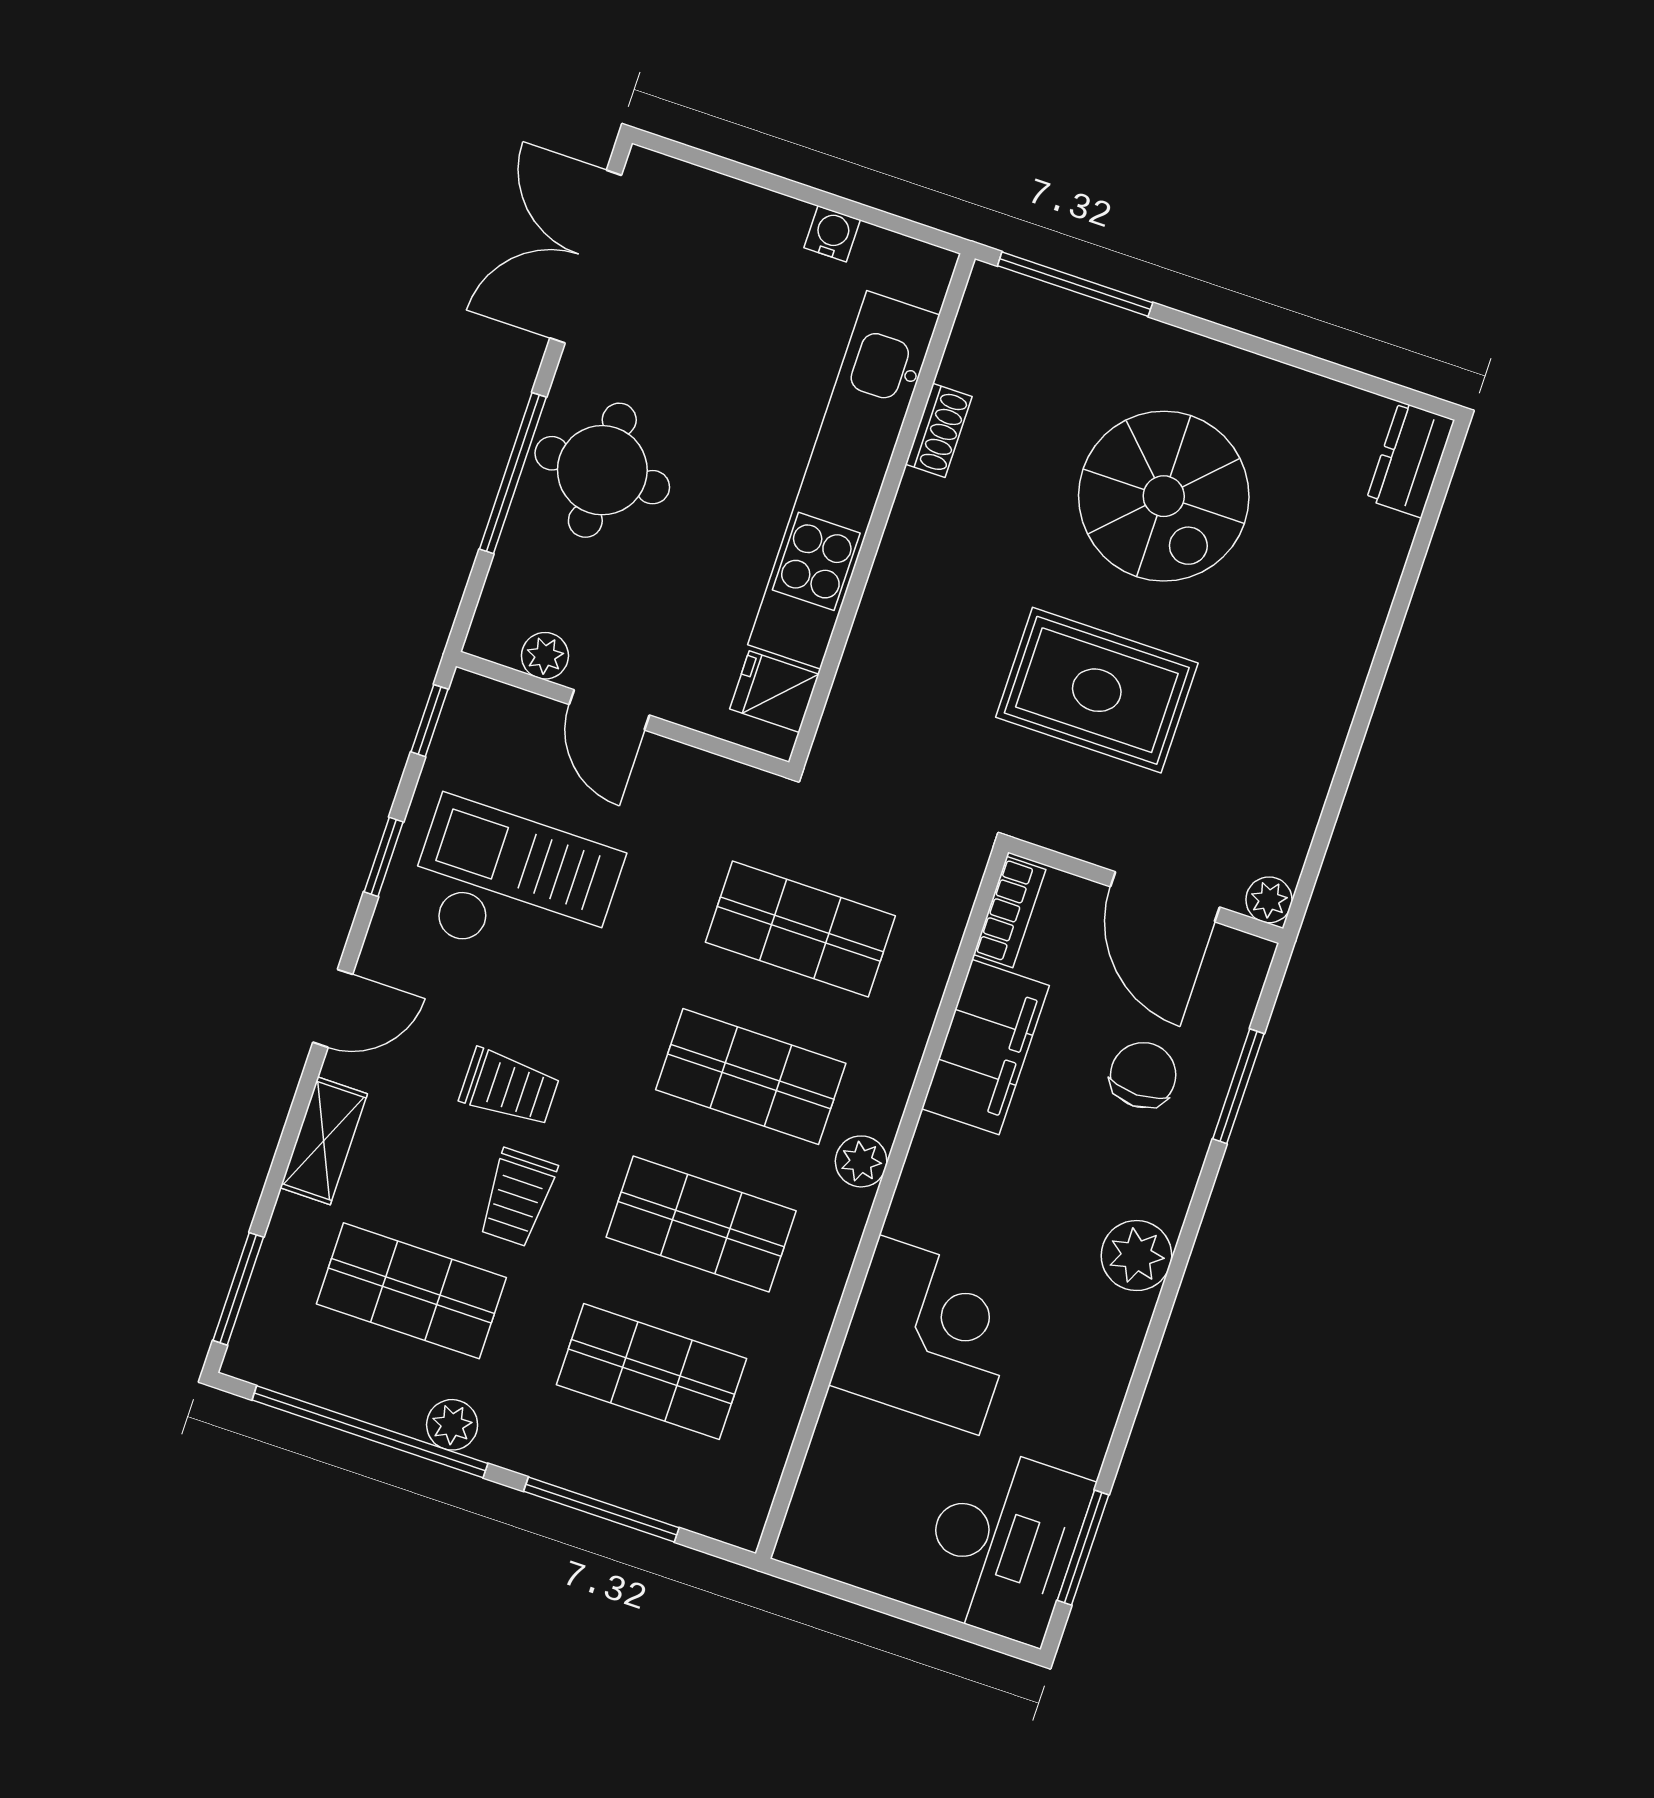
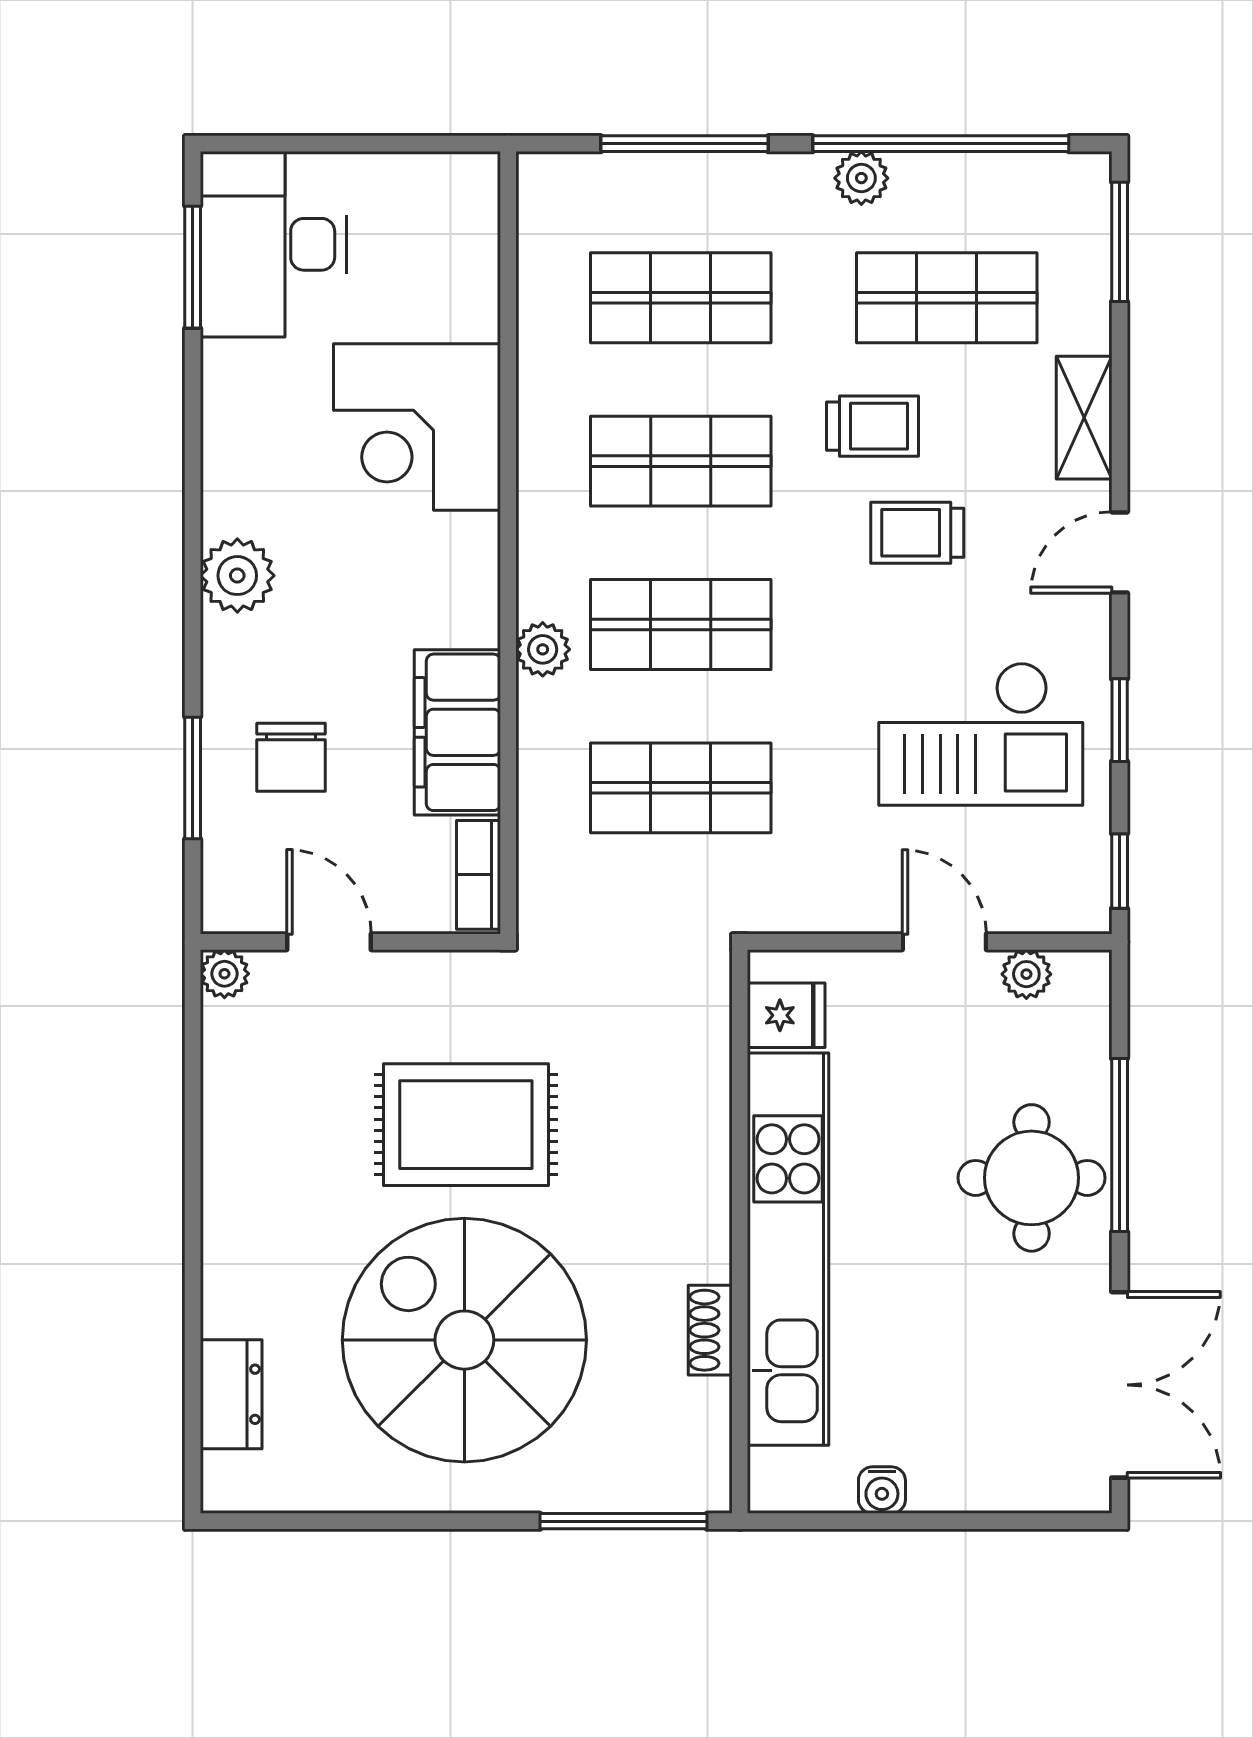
dresser: (1411, 460) -> (231, 1394), moved
spiral stairs: (1164, 496) -> (464, 1340), width x1.37, depth x1.37
door: (1165, 897) -> (329, 942), width x0.73
plant: (861, 1161) -> (543, 649), moved
trolley: (517, 1197) -> (873, 426), turned 90

